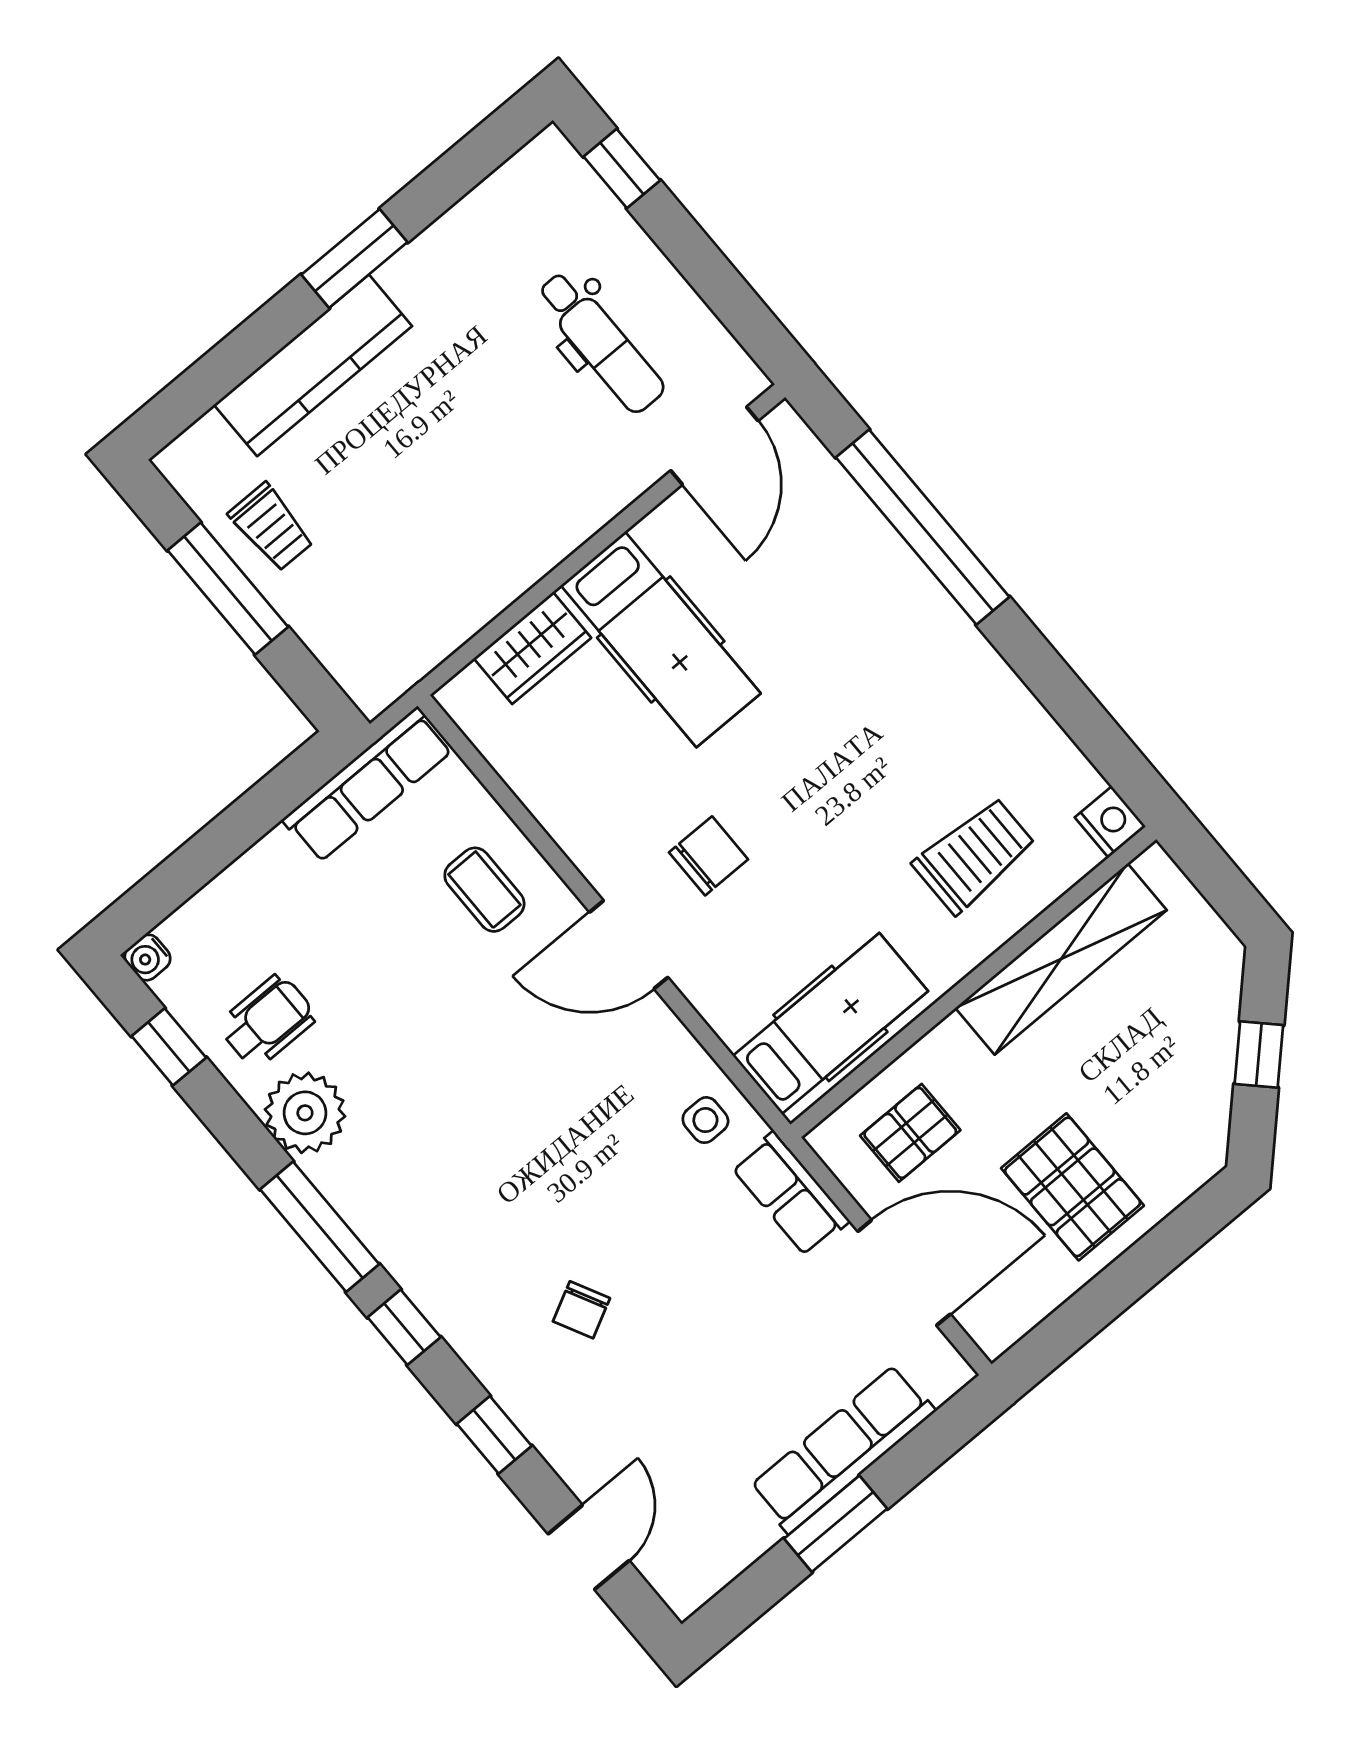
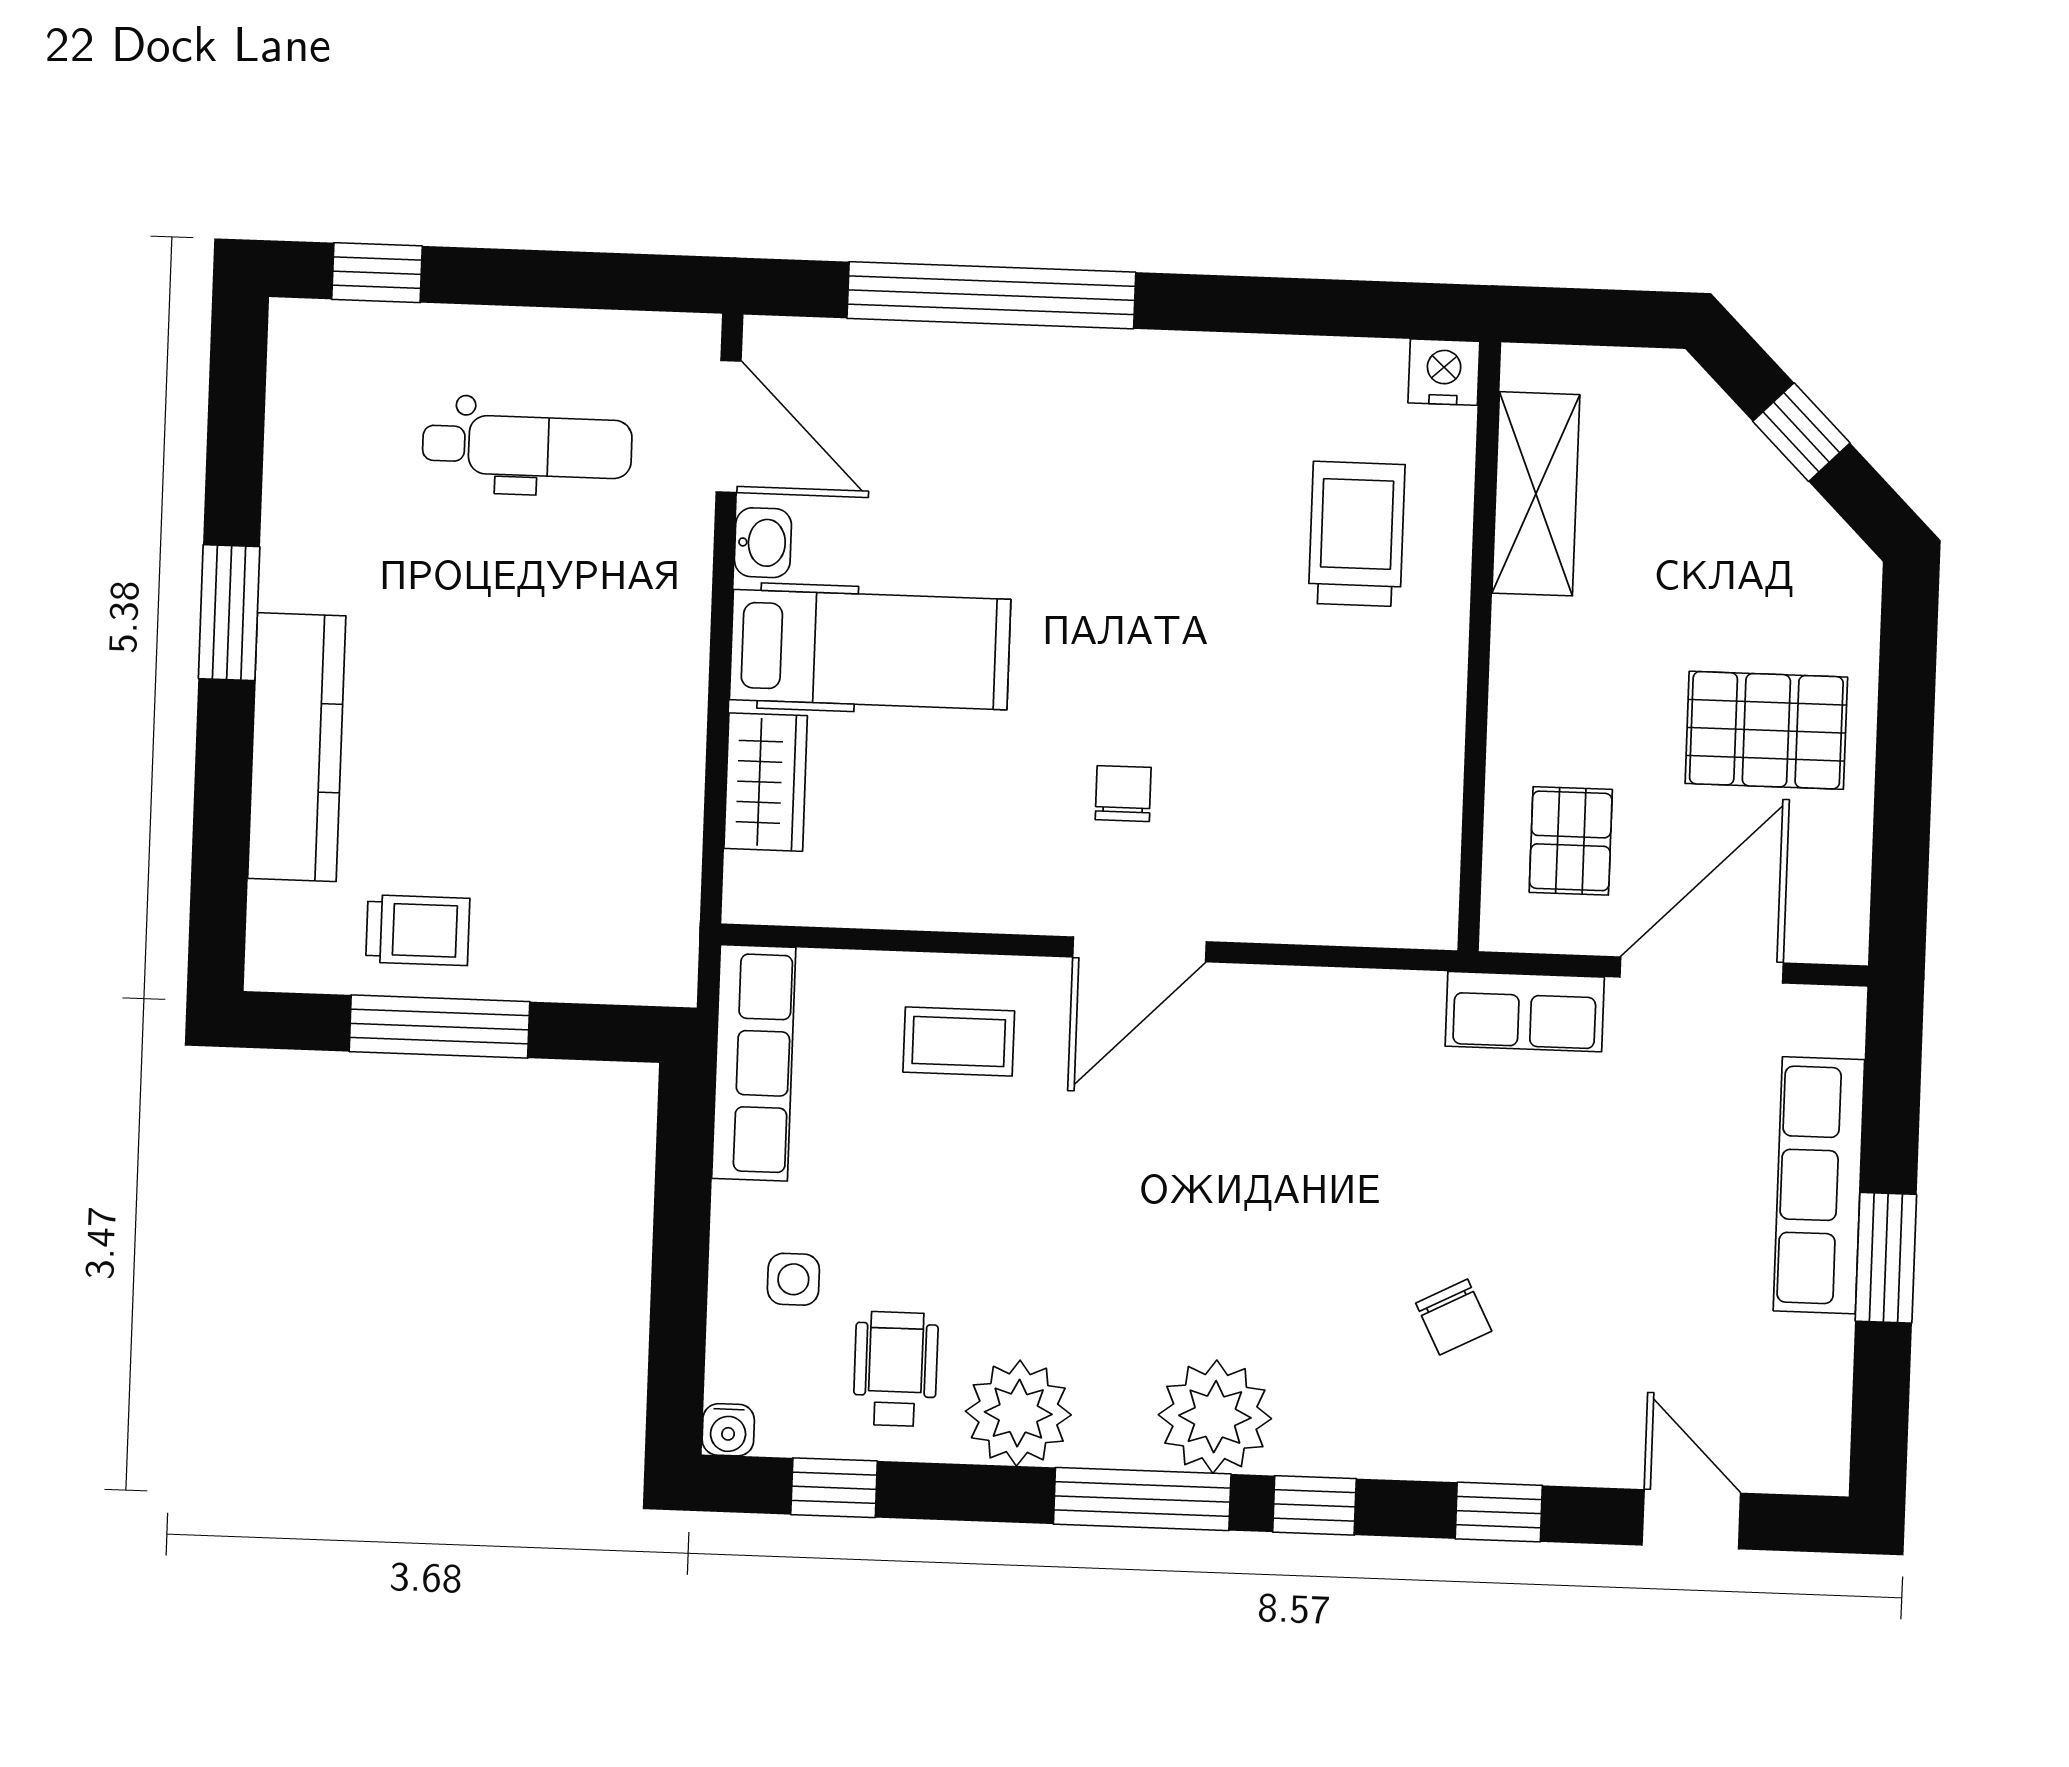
washbasin: (666, 524) -> (763, 543), added
chair: (709, 856) -> (1123, 794), width x0.73, depth x0.73
shelving: (1061, 959) -> (1536, 494), width x0.68
hospital bed: (830, 1023) -> (1394, 822), removed
side table: (705, 1120) -> (793, 1279), moved
plant: (403, 1226) -> (1215, 1417), added

